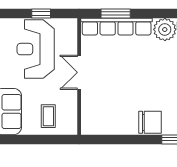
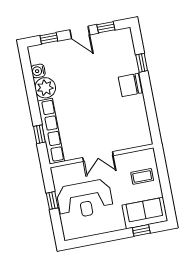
window: (116, 14) -> (39, 134), width x0.67
chair: (150, 122) -> (130, 85), turned -90

